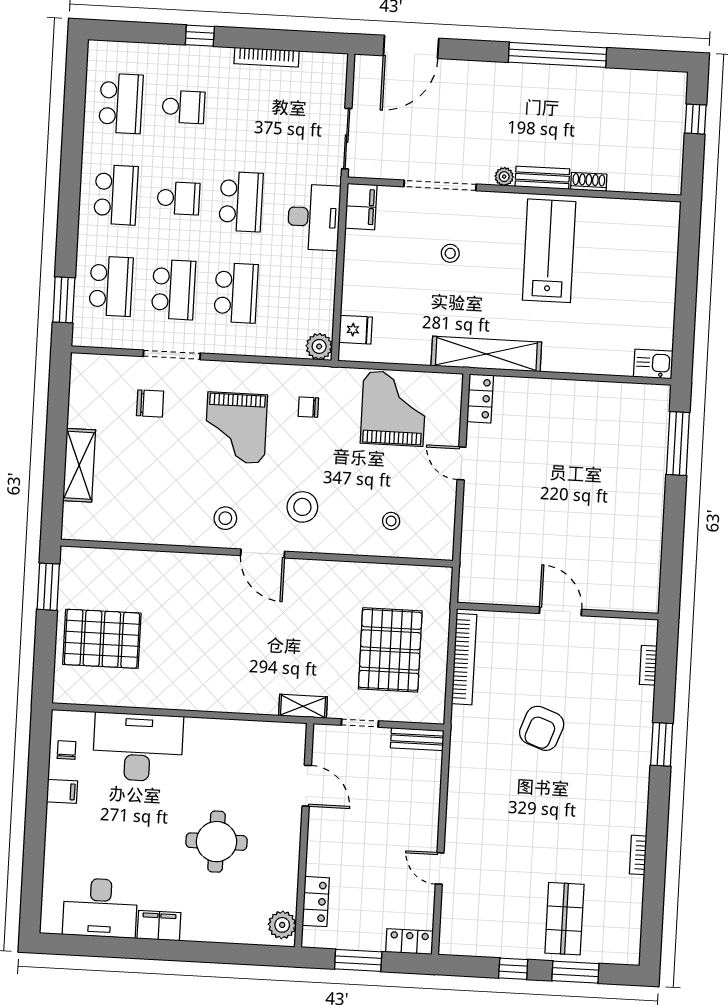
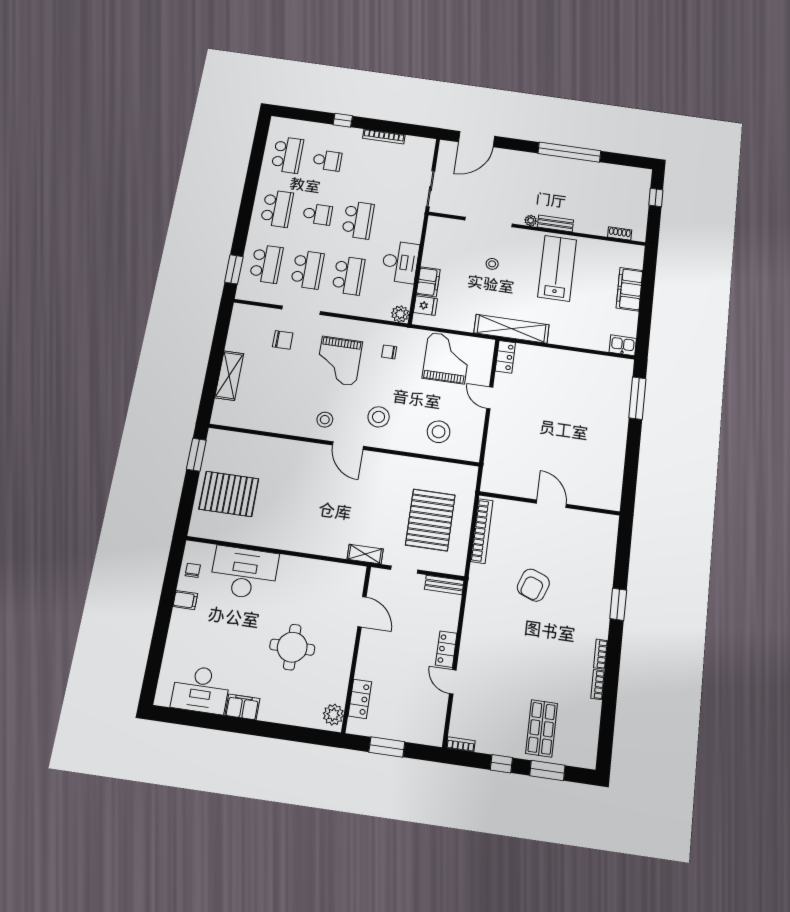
shoe rack: (589, 182) -> (620, 234), moved
filing cabinet: (361, 207) -> (428, 282), moved
desk: (314, 217) -> (400, 262), moved
filing cabinet: (660, 274) -> (629, 289), added
stool: (391, 521) -> (439, 432), width x1.89, depth x1.89
bookcase: (648, 665) -> (601, 654), moved
locker: (409, 942) -> (446, 649), moved, turned -90
bookcase: (457, 948) -> (461, 744), added

